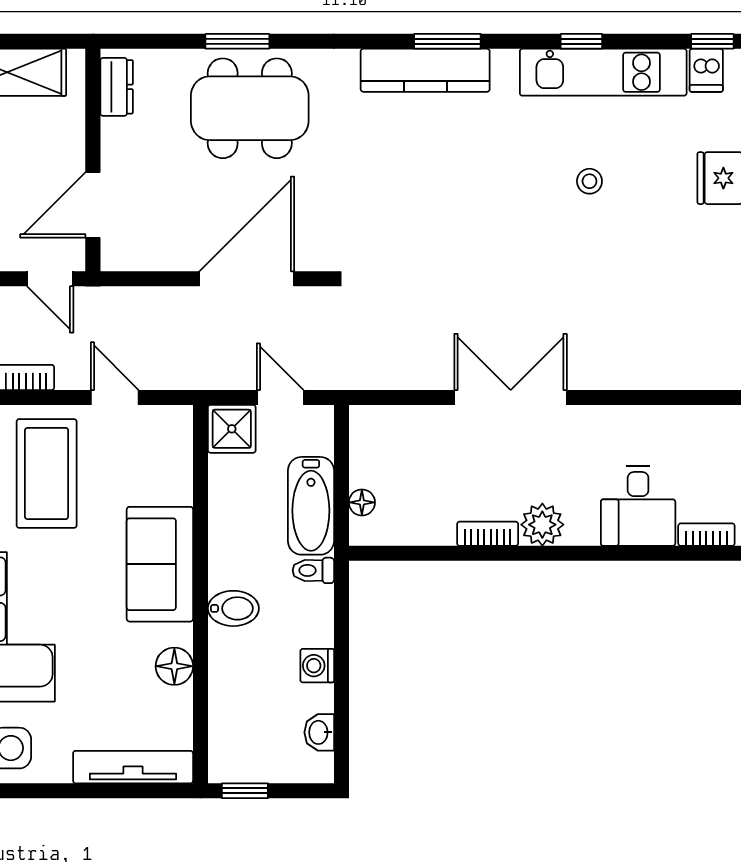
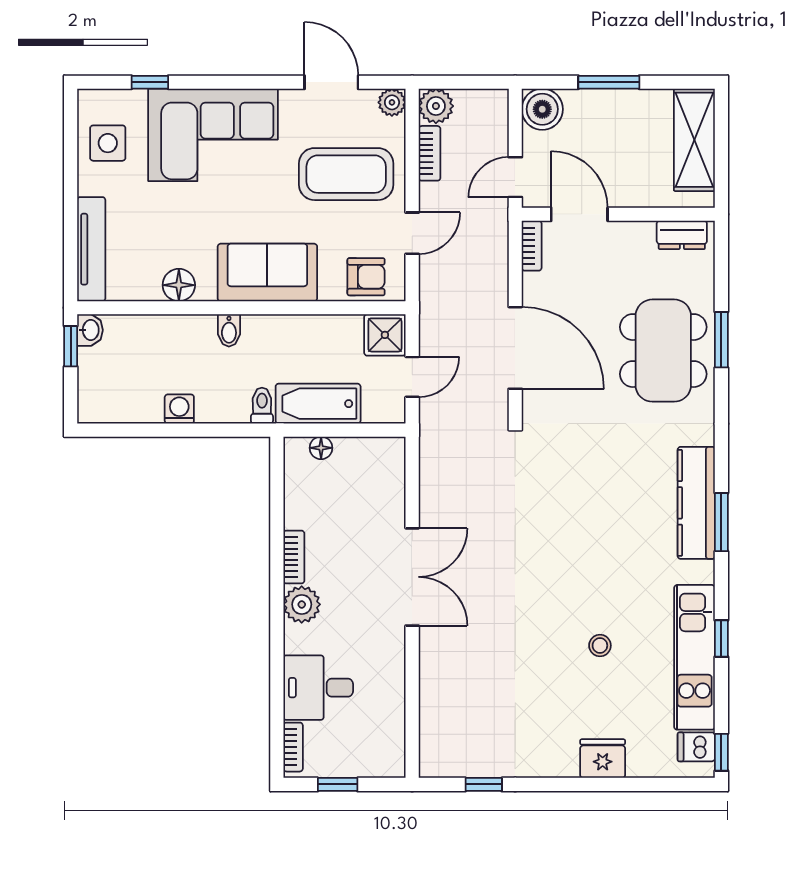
bookcase: (129, 260) -> (532, 246), added
armchair: (165, 451) -> (366, 277), added
bidet: (233, 608) -> (229, 330), width x0.72, depth x0.74
washbasin: (319, 732) -> (90, 330), moved, turned 90

